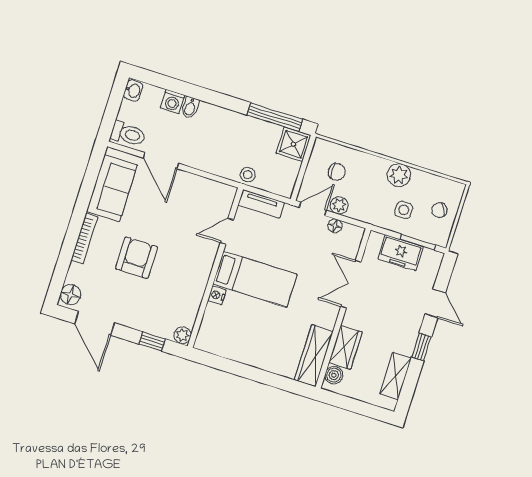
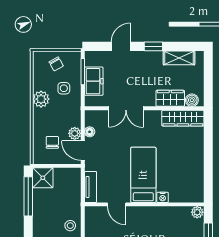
stool: (248, 175) -> (70, 226), moved

